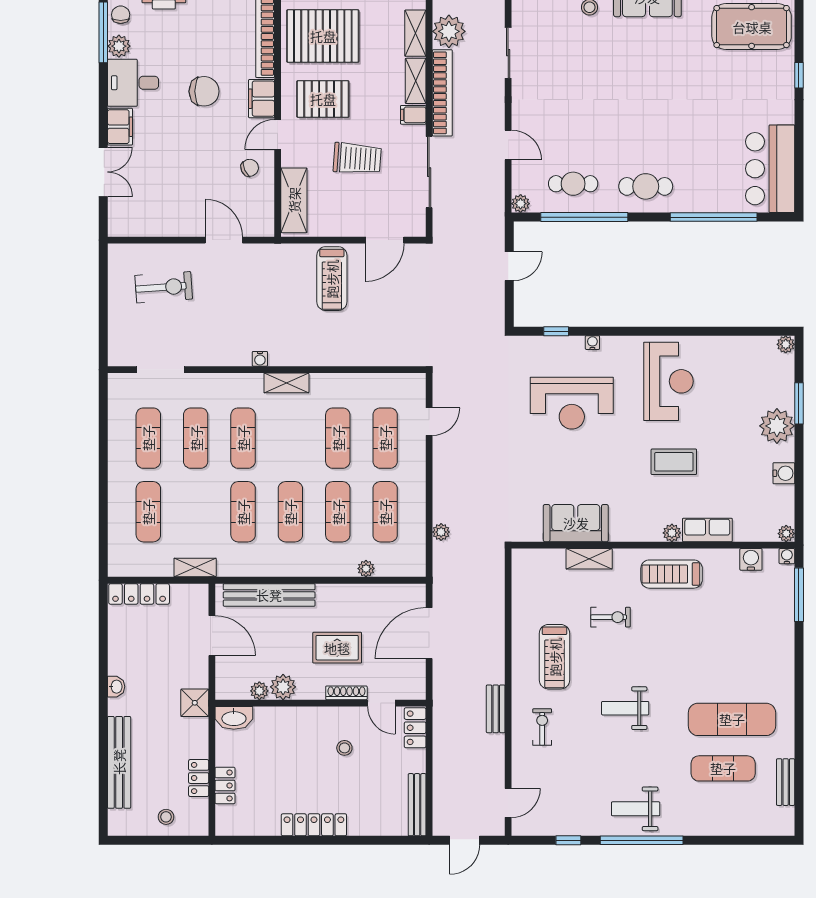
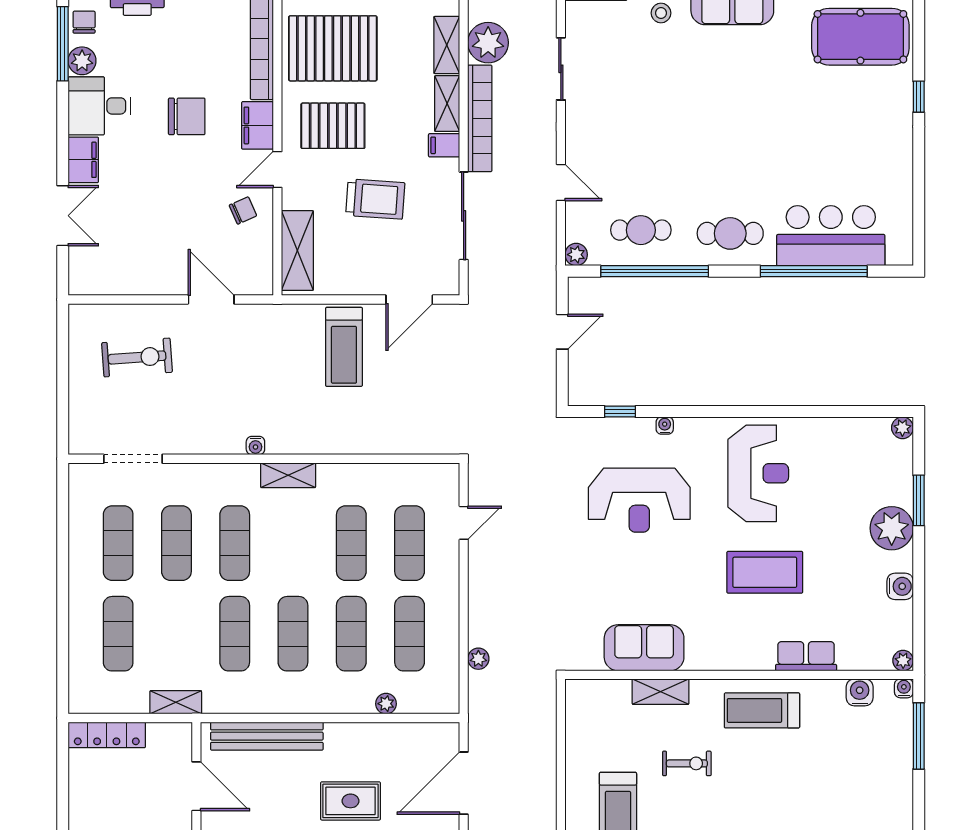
bar counter: (770, 169) -> (831, 236), moved, turned 90
coffee table: (674, 462) -> (765, 572), width x1.36, depth x1.32
plant: (672, 533) -> (762, 660), removed

